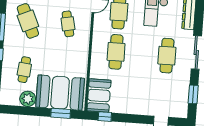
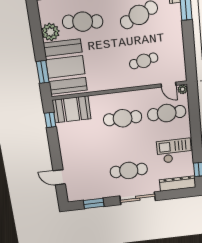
cafe table: (24, 70) -> (83, 22), width x1.37, depth x1.35

